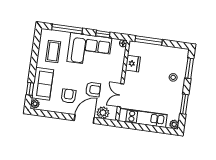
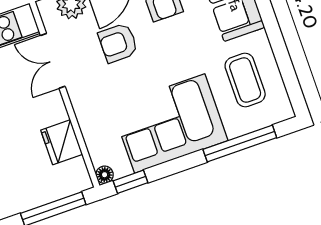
window: (103, 34) -> (131, 182), moved
double door: (121, 95) -> (53, 61), swing flipped

